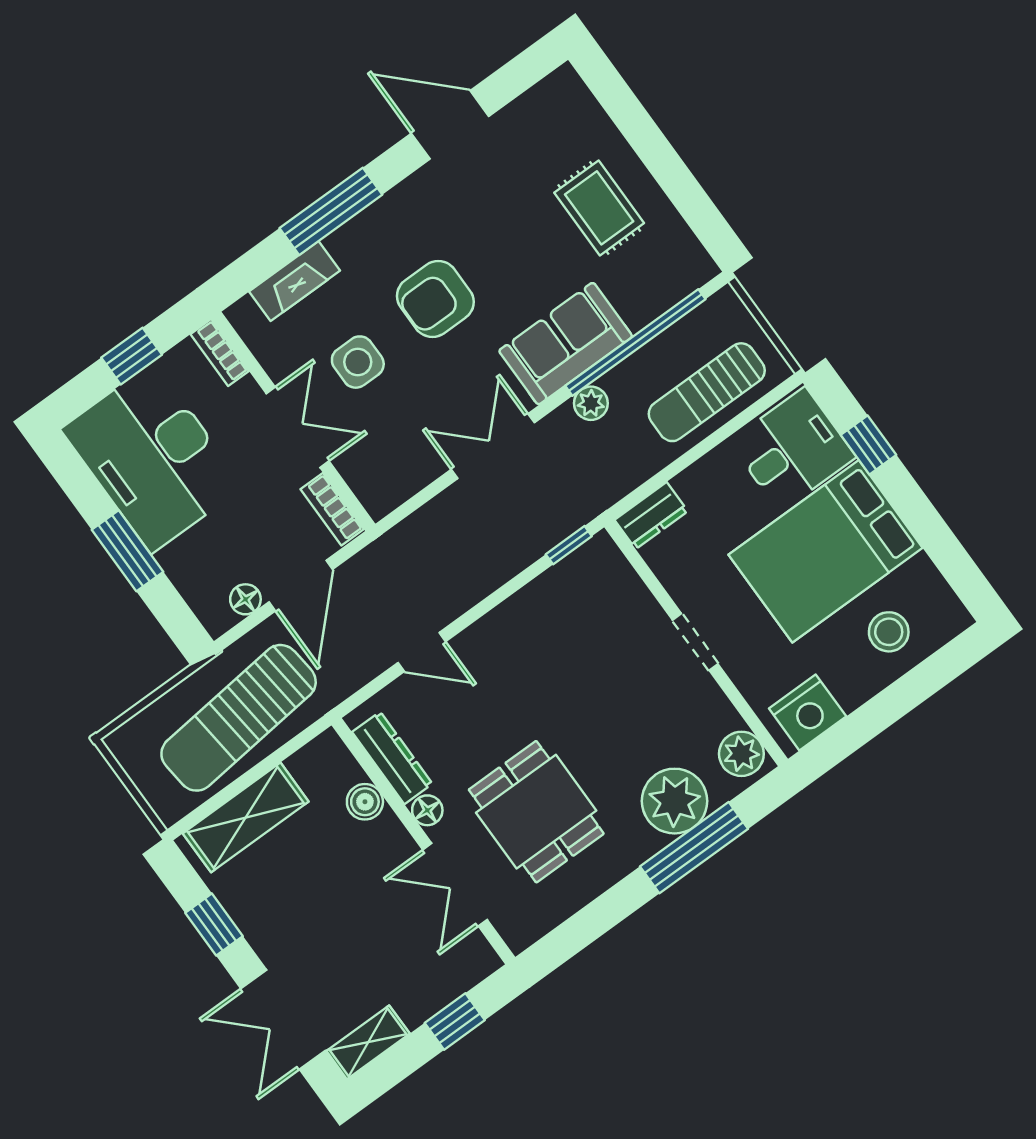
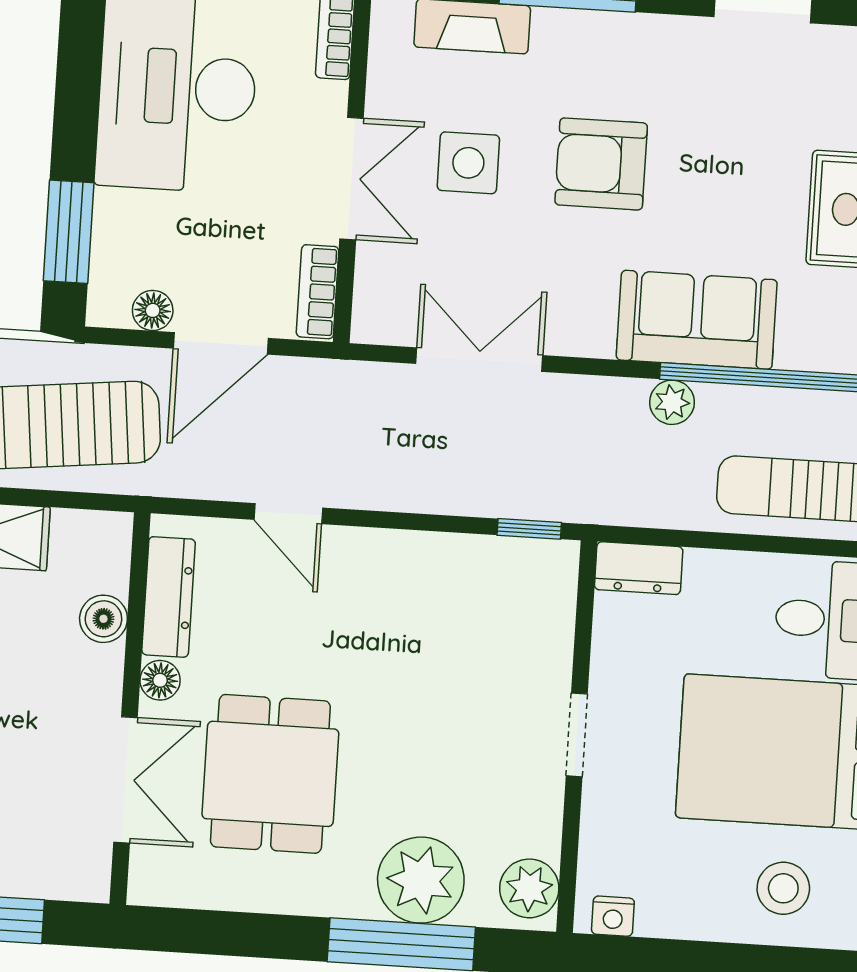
double door: (493, 446) -> (479, 360), moved
window: (128, 551) -> (69, 232), moved
nightstand: (808, 712) -> (613, 916), width x0.53, depth x0.56
double door: (455, 885) -> (126, 780), swing flipped

